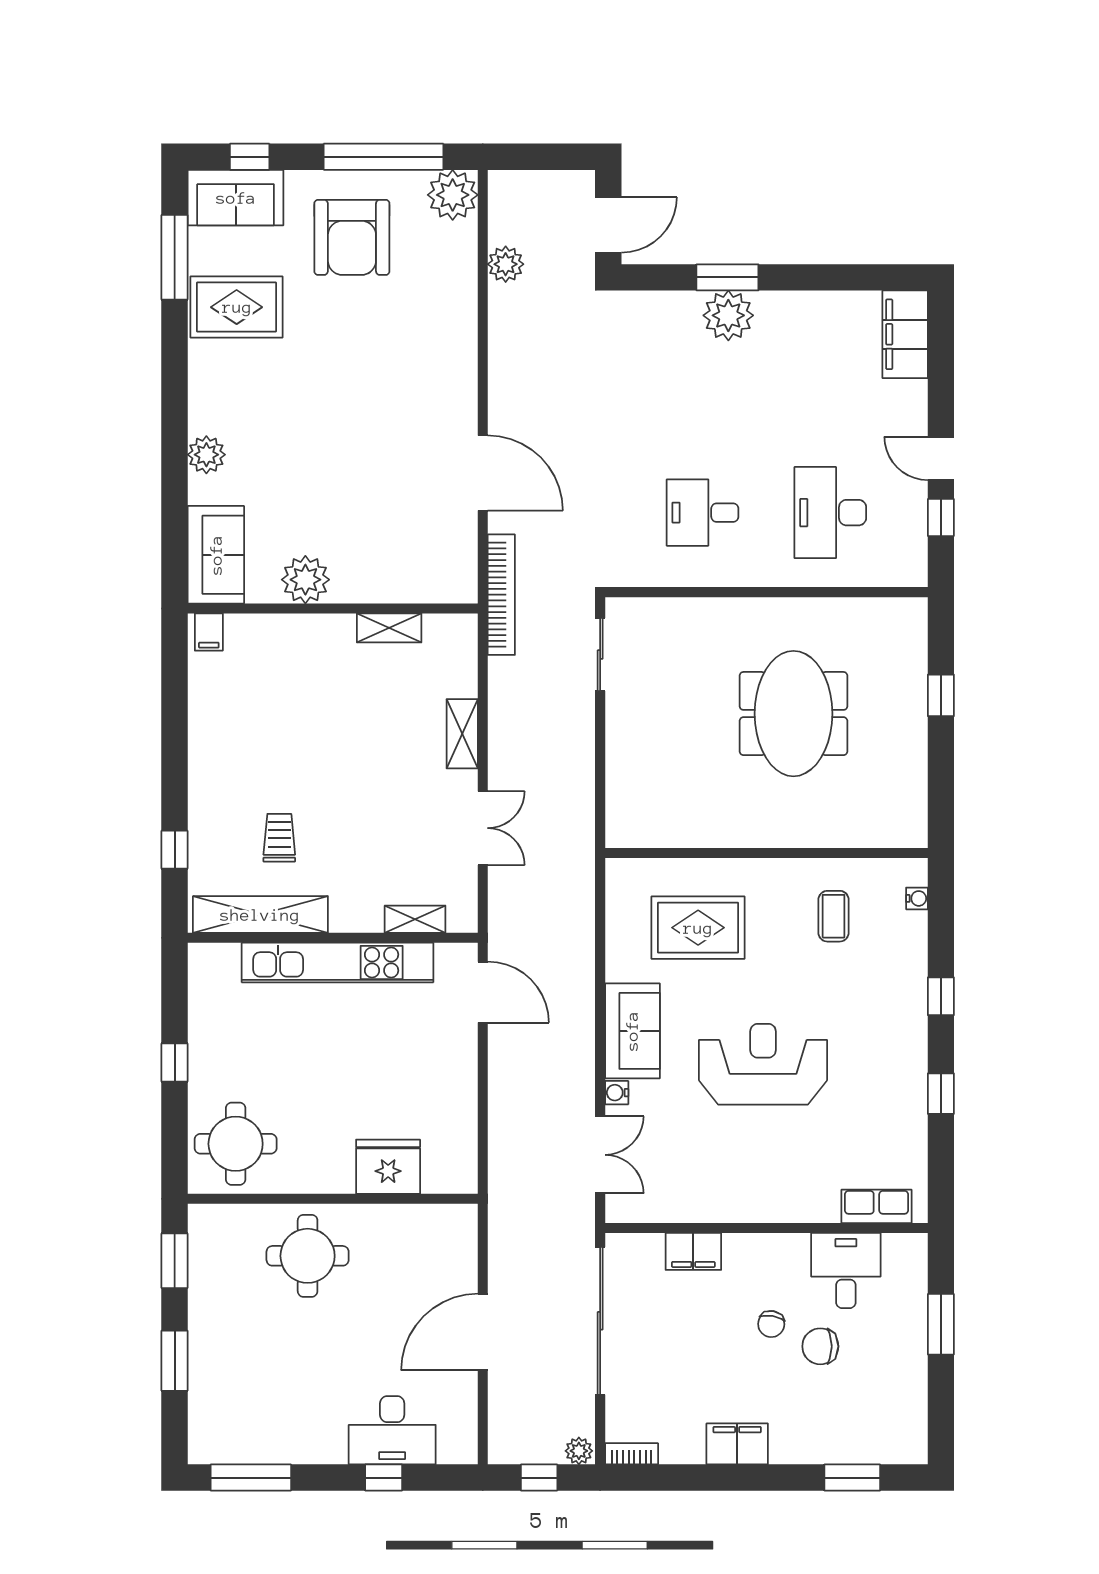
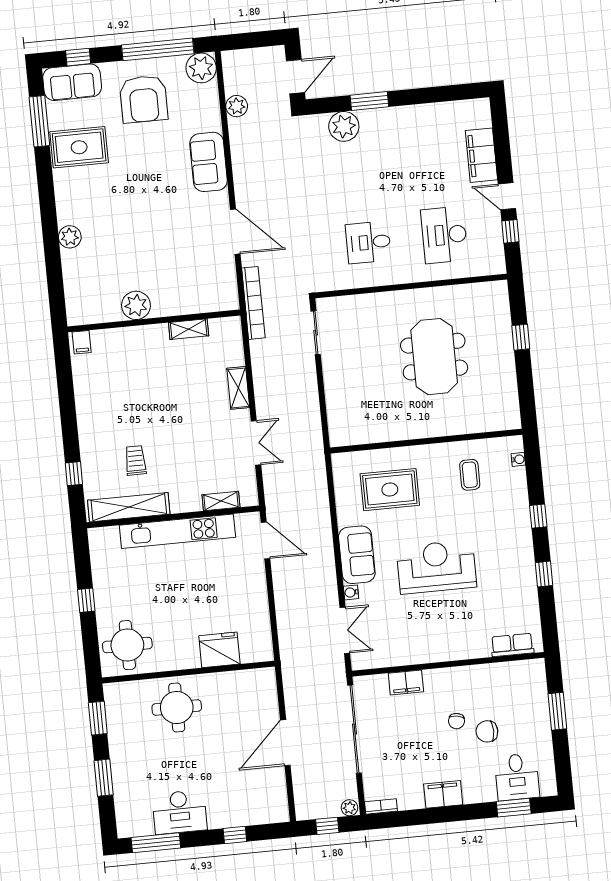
plant: (728, 315) -> (344, 126), moved
filing cabinet: (905, 334) -> (481, 155), moved
sofa: (216, 555) -> (209, 162), moved, turned 180
desk: (846, 1271) -> (517, 777), moved, turned 180
desk: (392, 1430) -> (180, 812), moved

